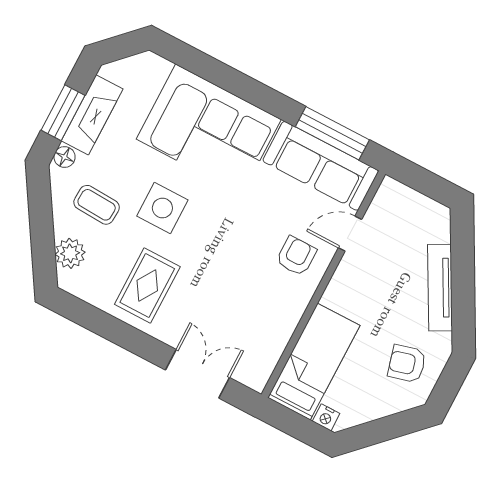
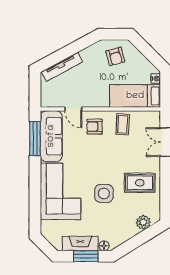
coffee table: (97, 205) -> (123, 124), moved
tv unit: (440, 288) -> (62, 67), moved

